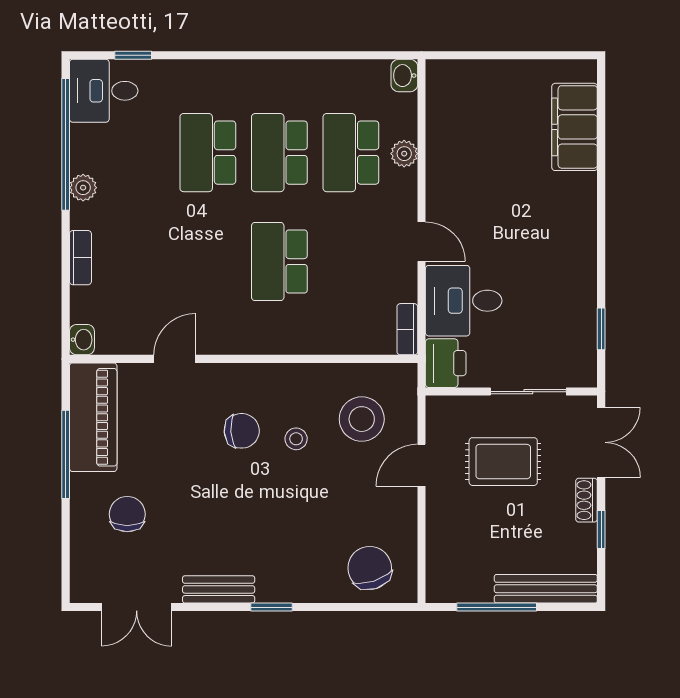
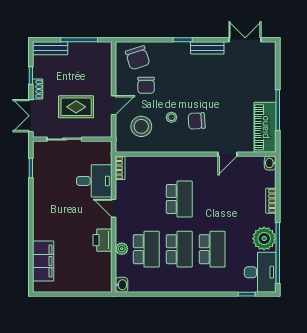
desk: (104, 91) -> (260, 272), width x1.37
plant: (83, 188) -> (264, 239), width x1.88, depth x1.88
printer: (446, 363) -> (103, 240), moved
chair: (127, 514) -> (146, 85), moved
bench: (546, 589) -> (50, 48), width x0.73

